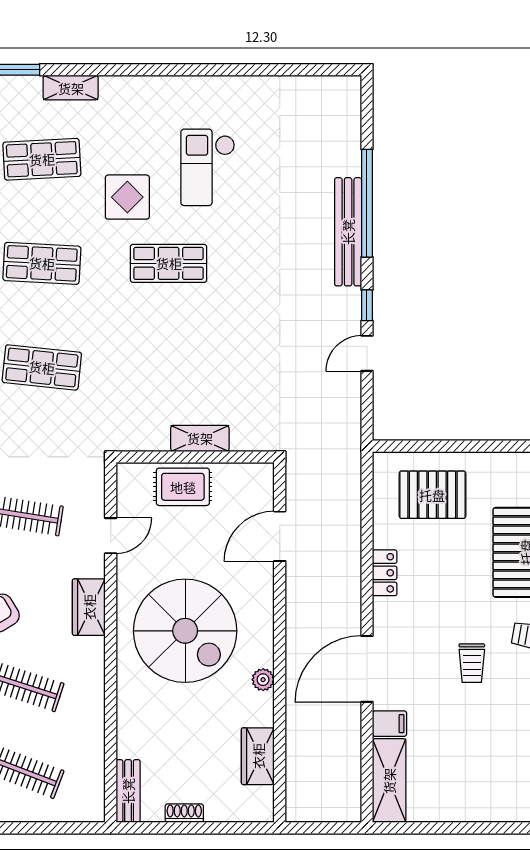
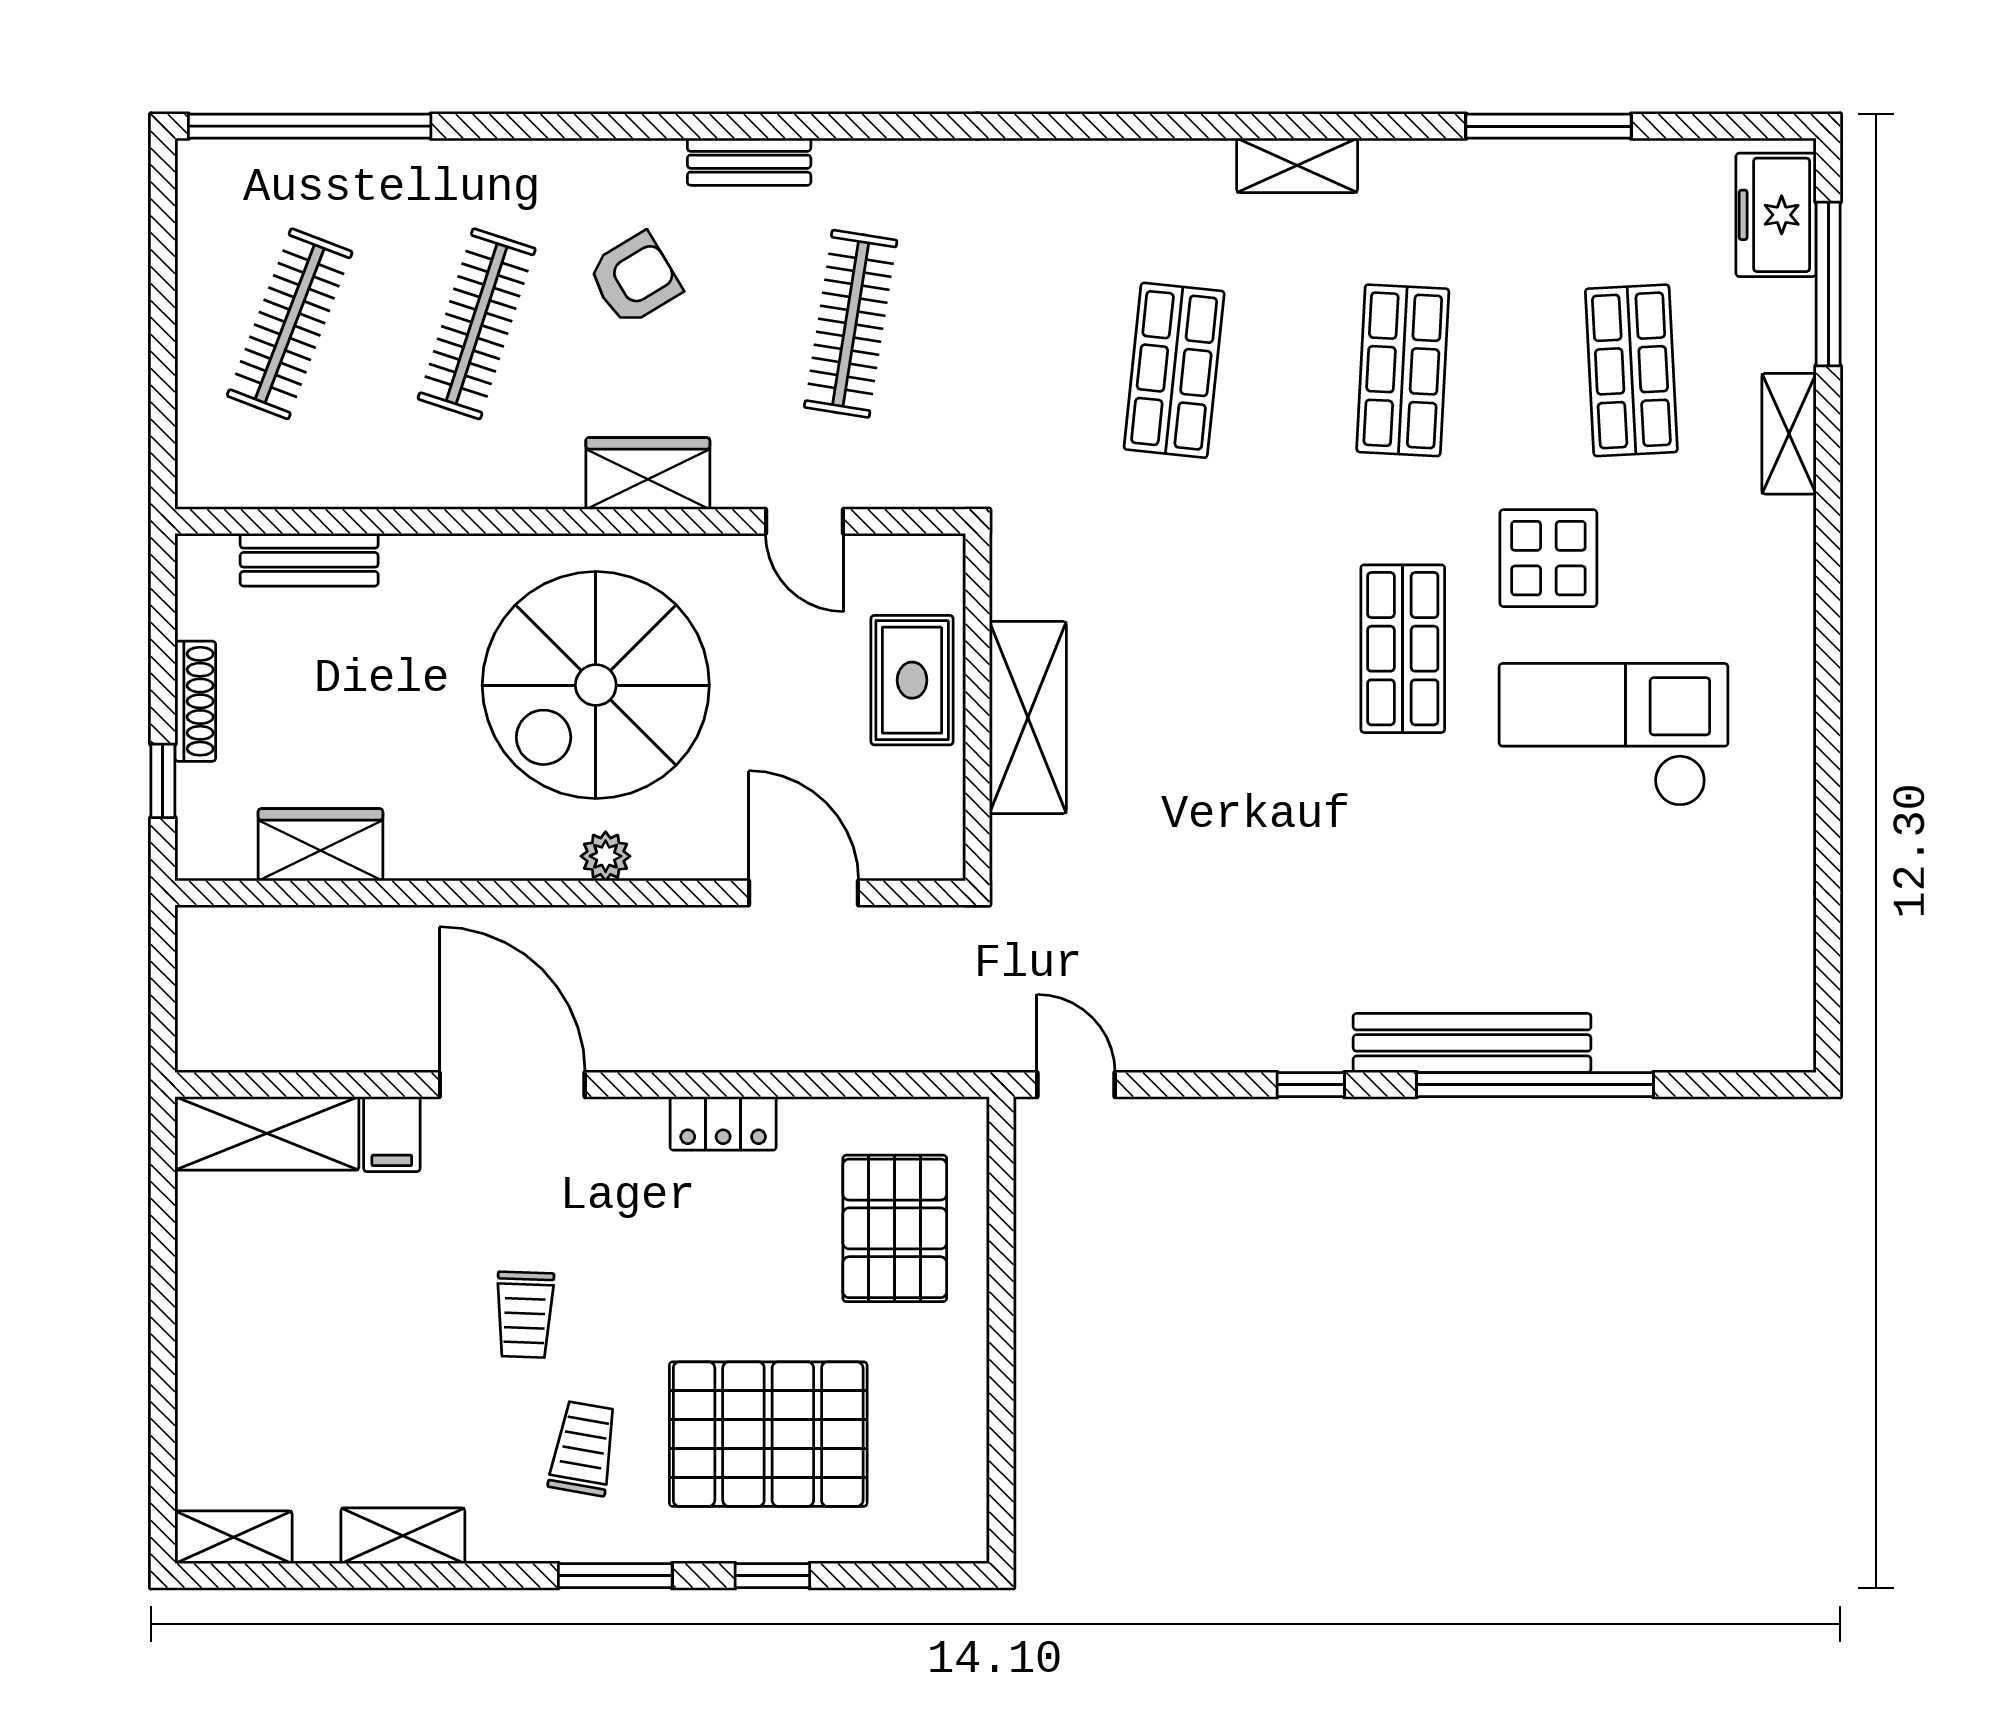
checkout: (208, 167) -> (1614, 735), width x1.36, depth x1.21
door: (367, 353) -> (1076, 1085), moved
shelving: (200, 438) -> (1028, 718), width x1.50, depth x1.33
trolley: (472, 663) -> (525, 1315), turned -88
plant: (263, 680) -> (606, 856), moved
bench: (128, 791) -> (309, 560), moved
shoe rack: (184, 813) -> (195, 701), width x1.43
window: (229, 828) -> (163, 781), added

